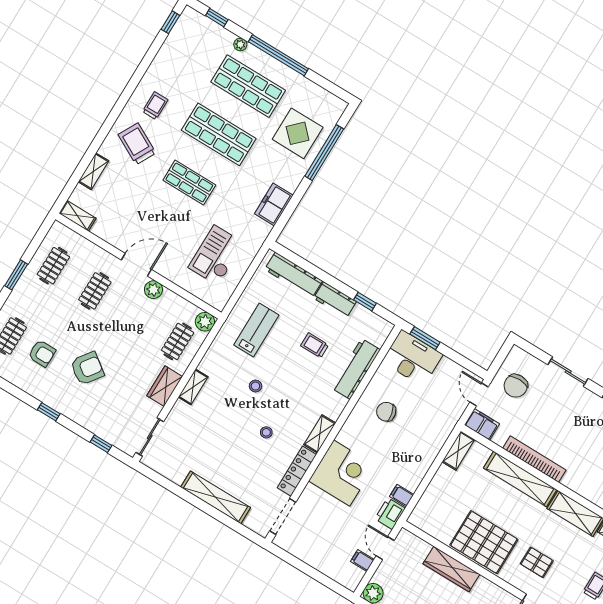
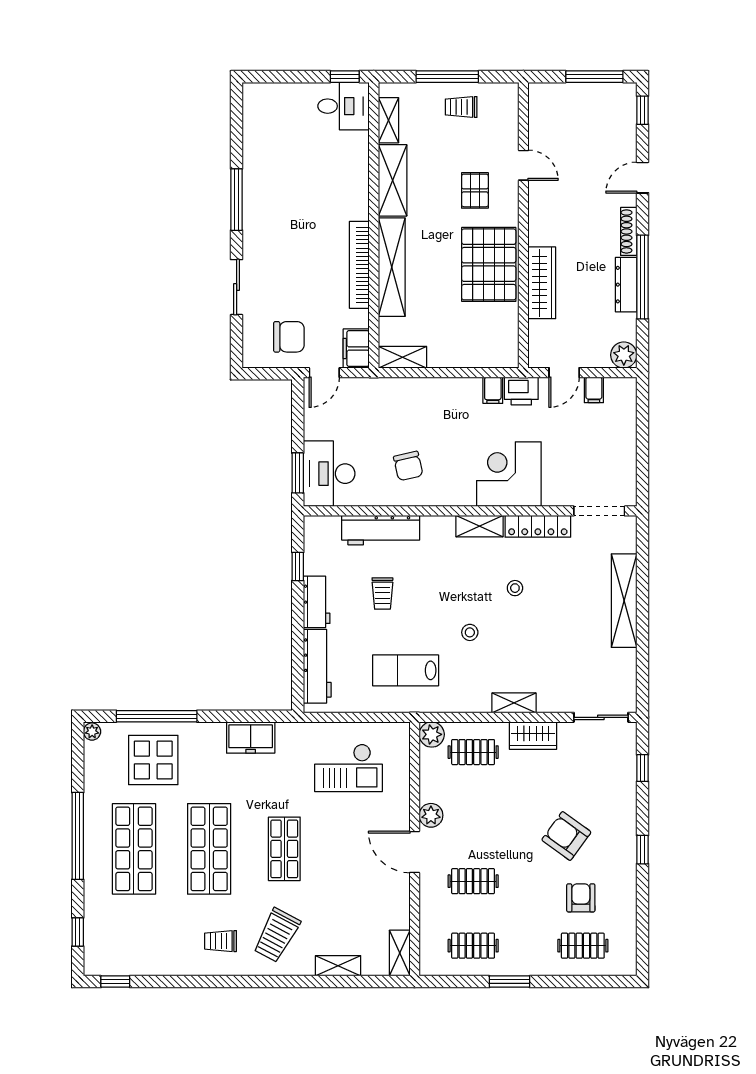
plant: (240, 44) -> (92, 732), moved

